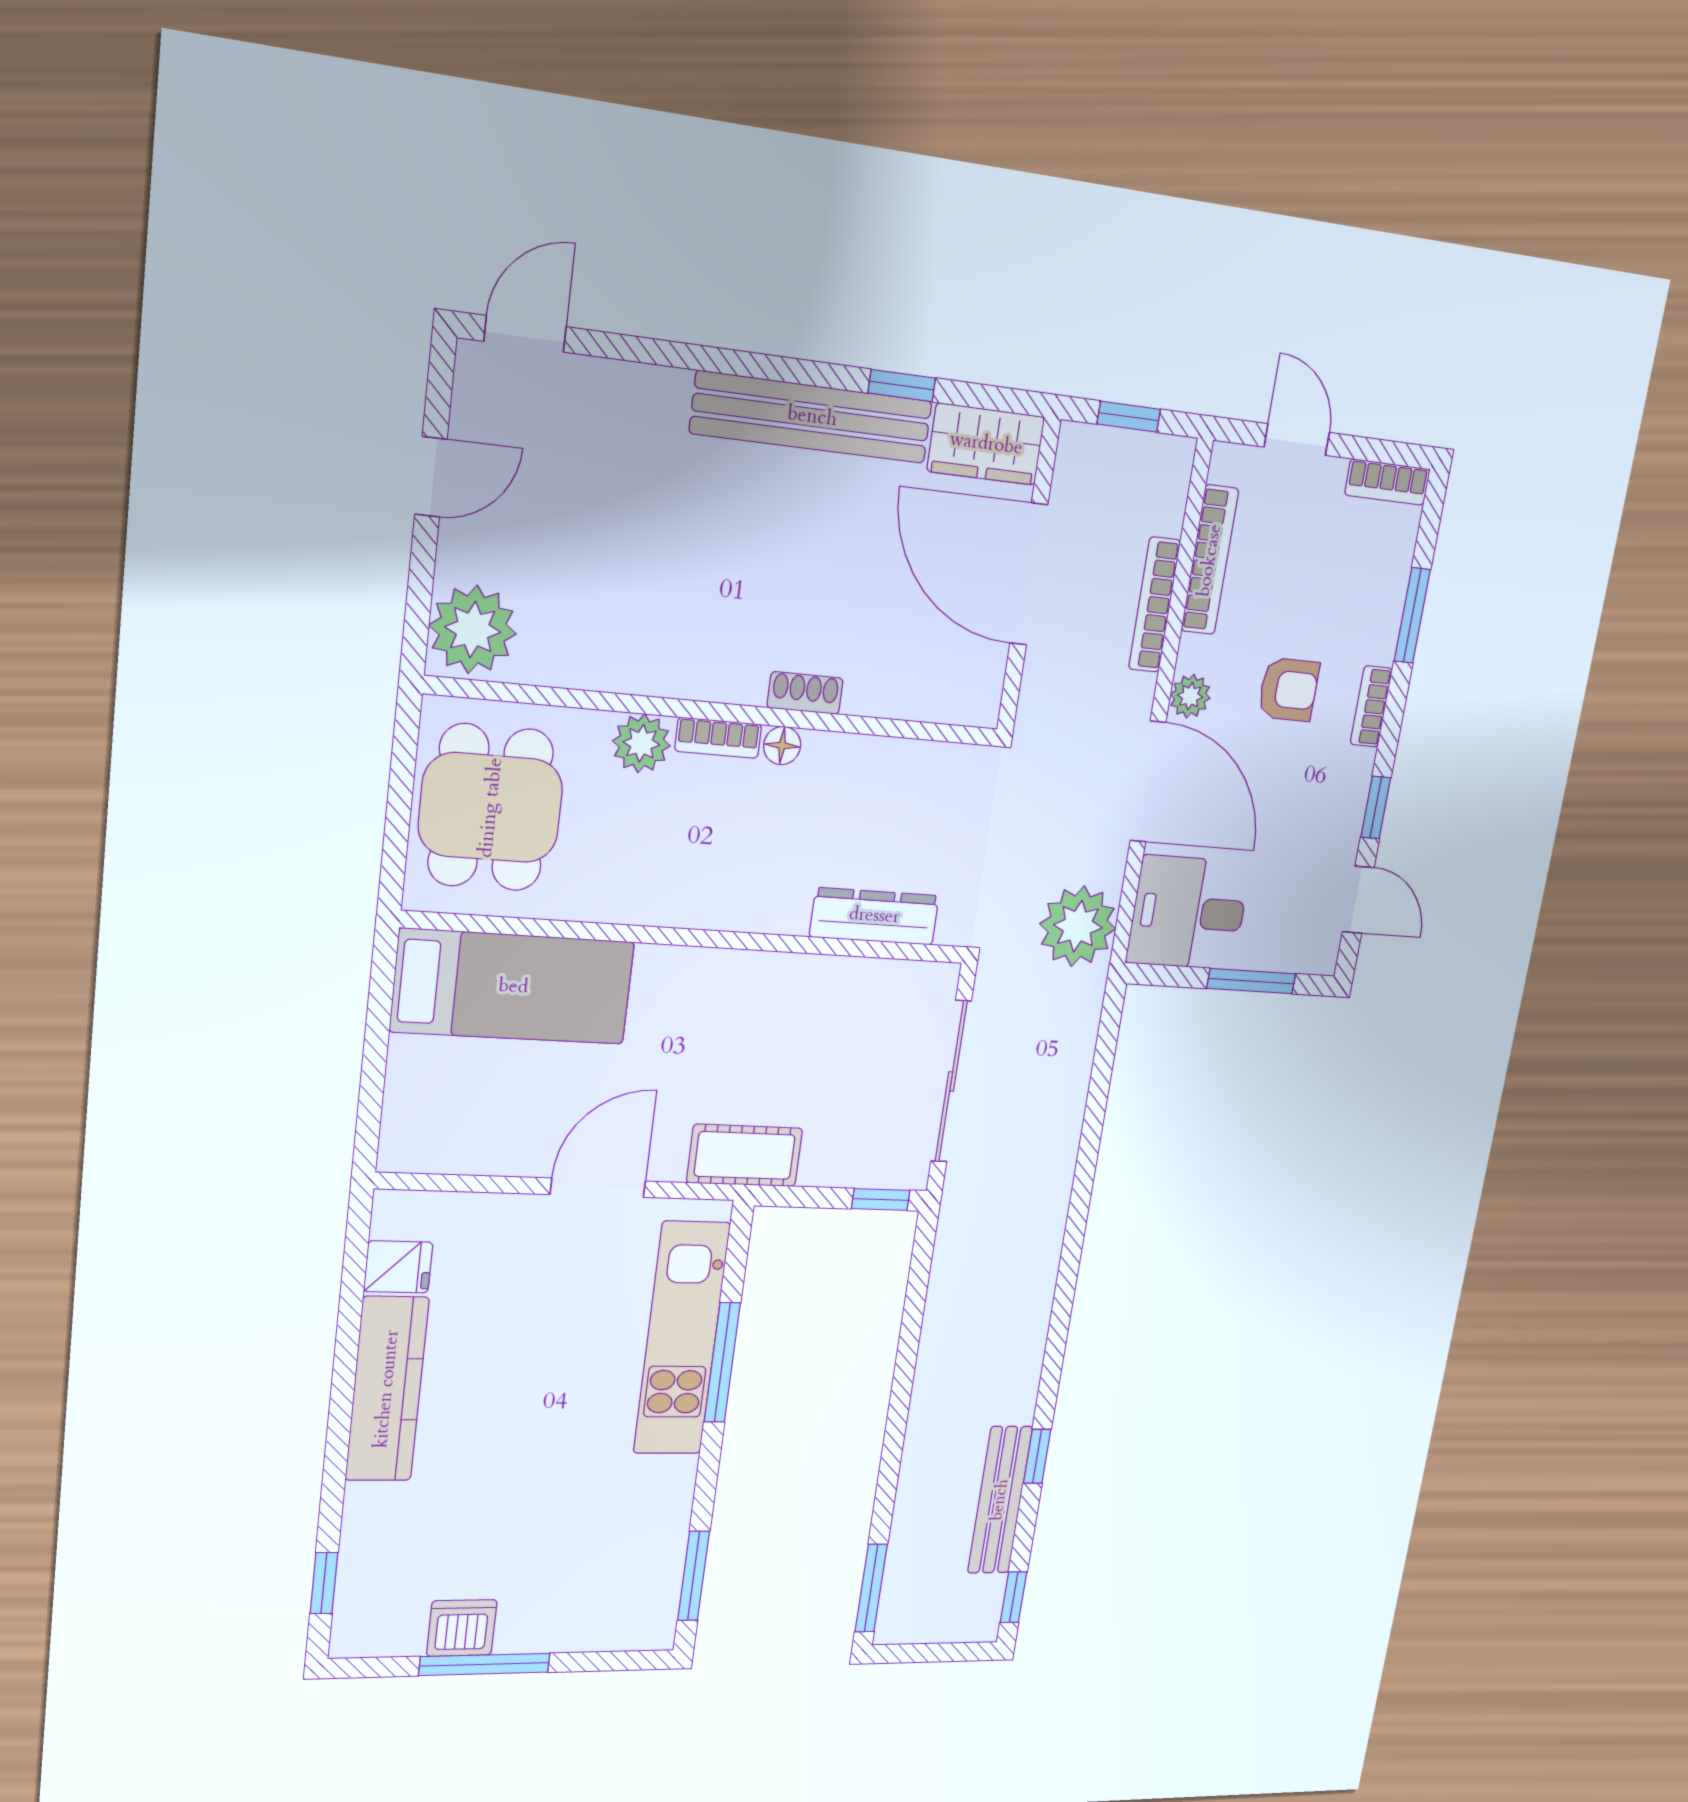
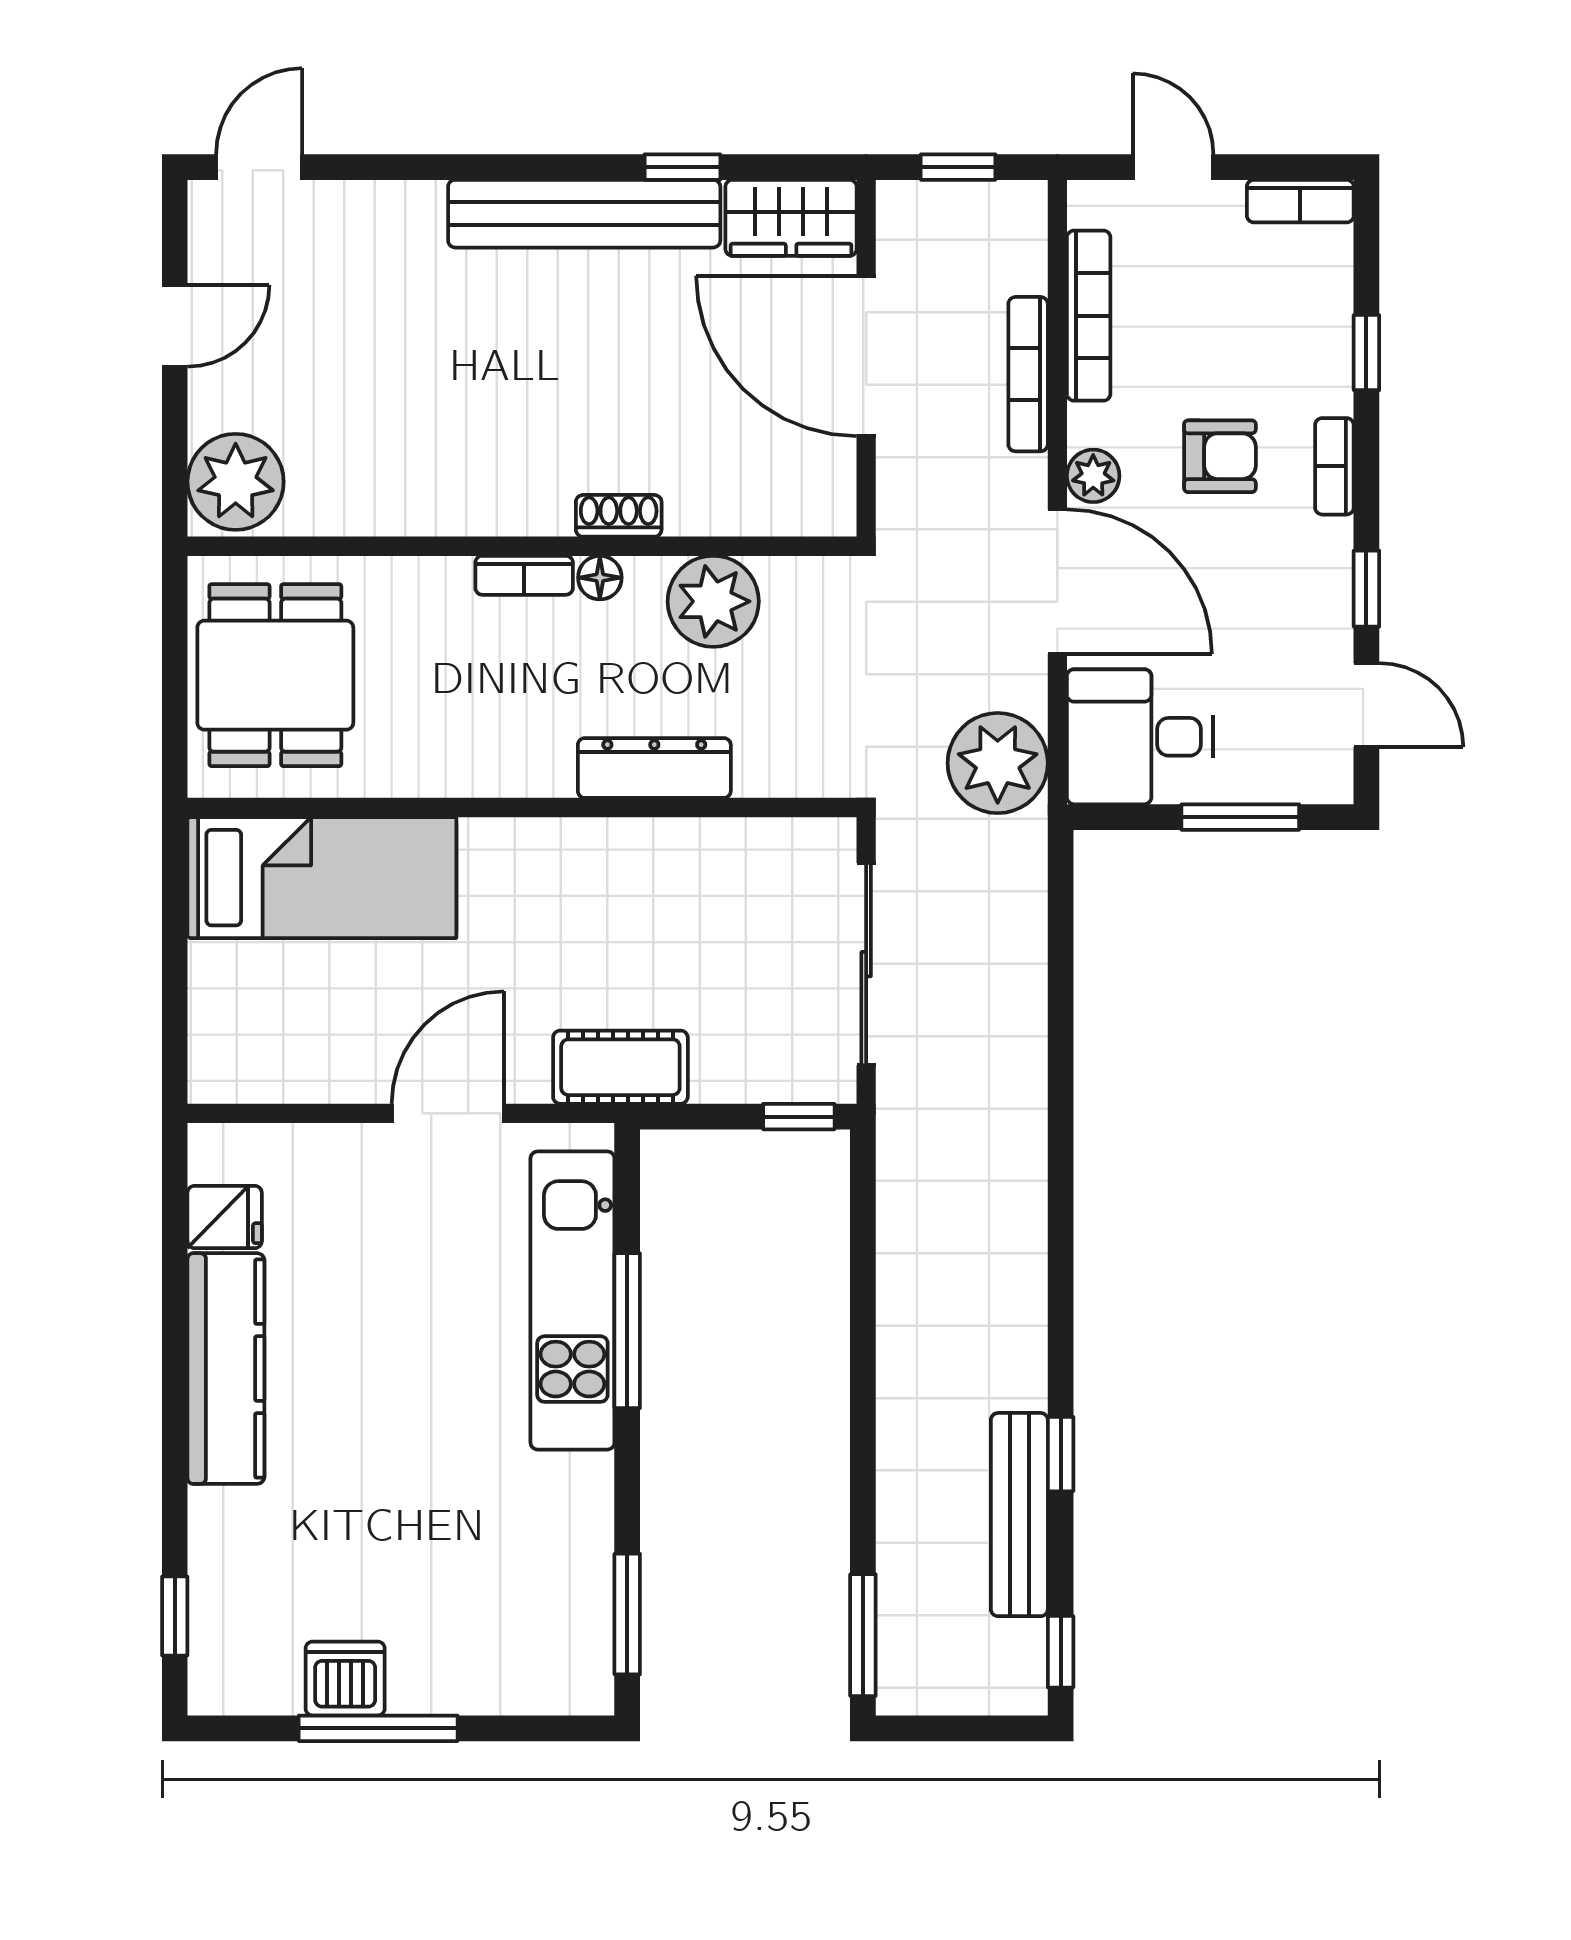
window: (1412, 615) -> (1366, 353), width x0.67
plant: (641, 743) -> (713, 601), moved, width x1.36, depth x1.36
dresser: (874, 916) -> (654, 768), moved

